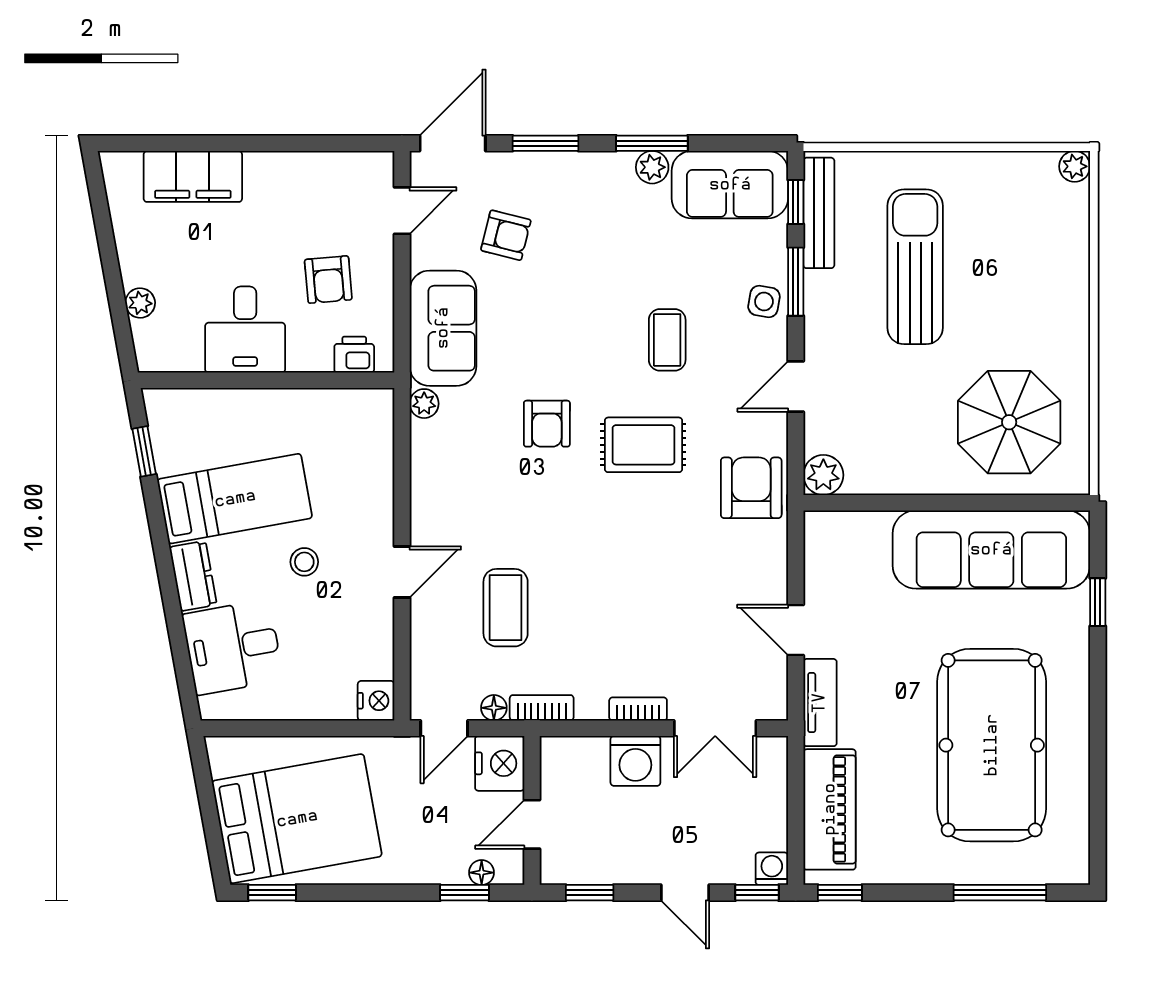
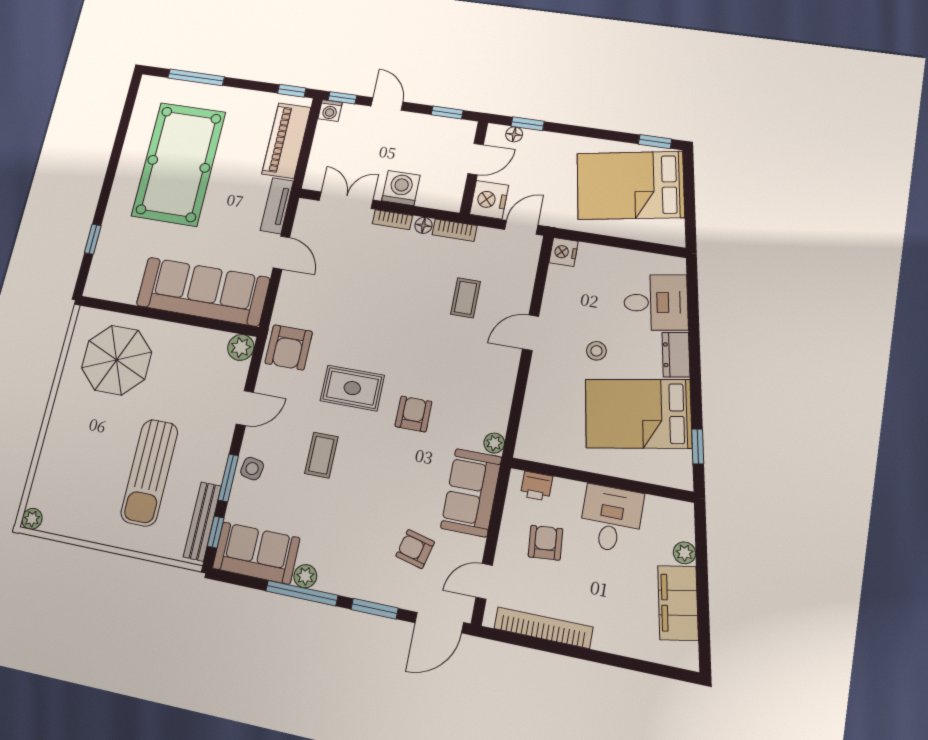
window: (652, 143) -> (302, 593), width x1.44
bookcase: (311, 166) -> (543, 628), added
filing cabinet: (193, 176) -> (678, 603), moved, turned -100
bed: (235, 499) -> (638, 414), width x1.50
sofa: (991, 550) -> (203, 292), moved
coffee table: (506, 608) -> (466, 298), width x0.73, depth x0.77
floor lamp: (494, 708) -> (423, 225), moved

